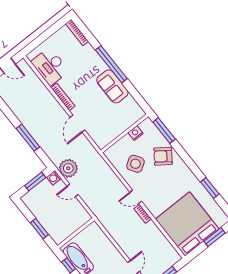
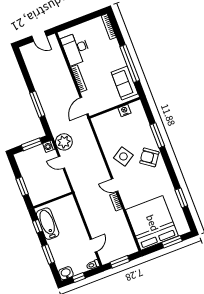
wall: (124, 133) -> (115, 108), moved
nightstand: (136, 133) -> (124, 110), moved

